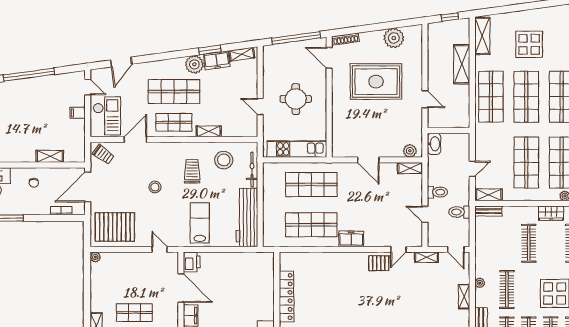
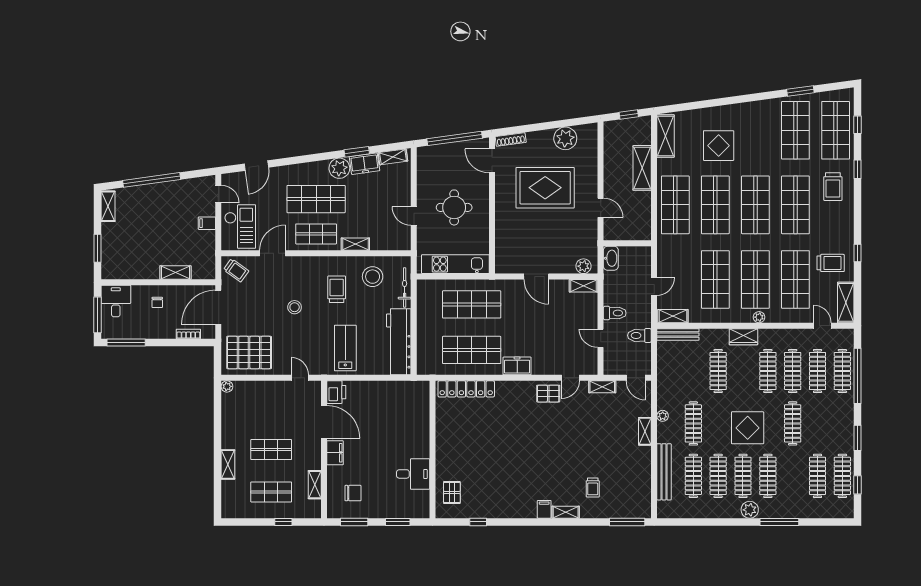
bench: (488, 211) -> (678, 335), width x1.36
locker: (286, 297) -> (466, 389), moved, turned 90

